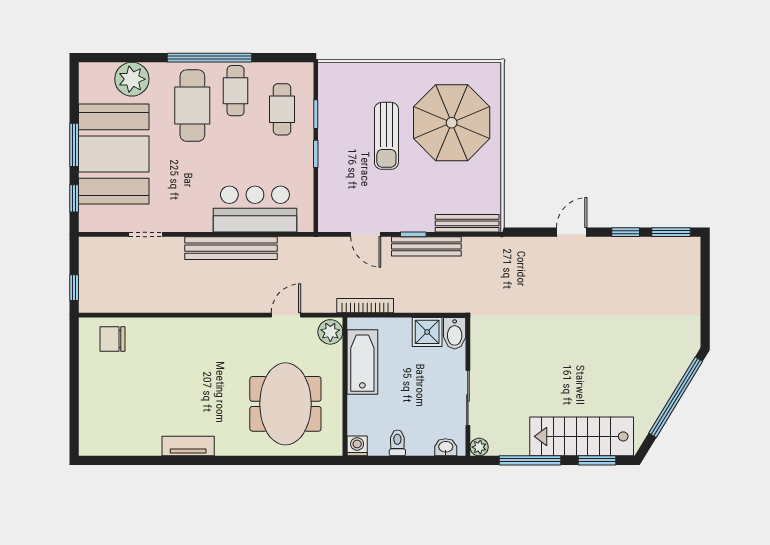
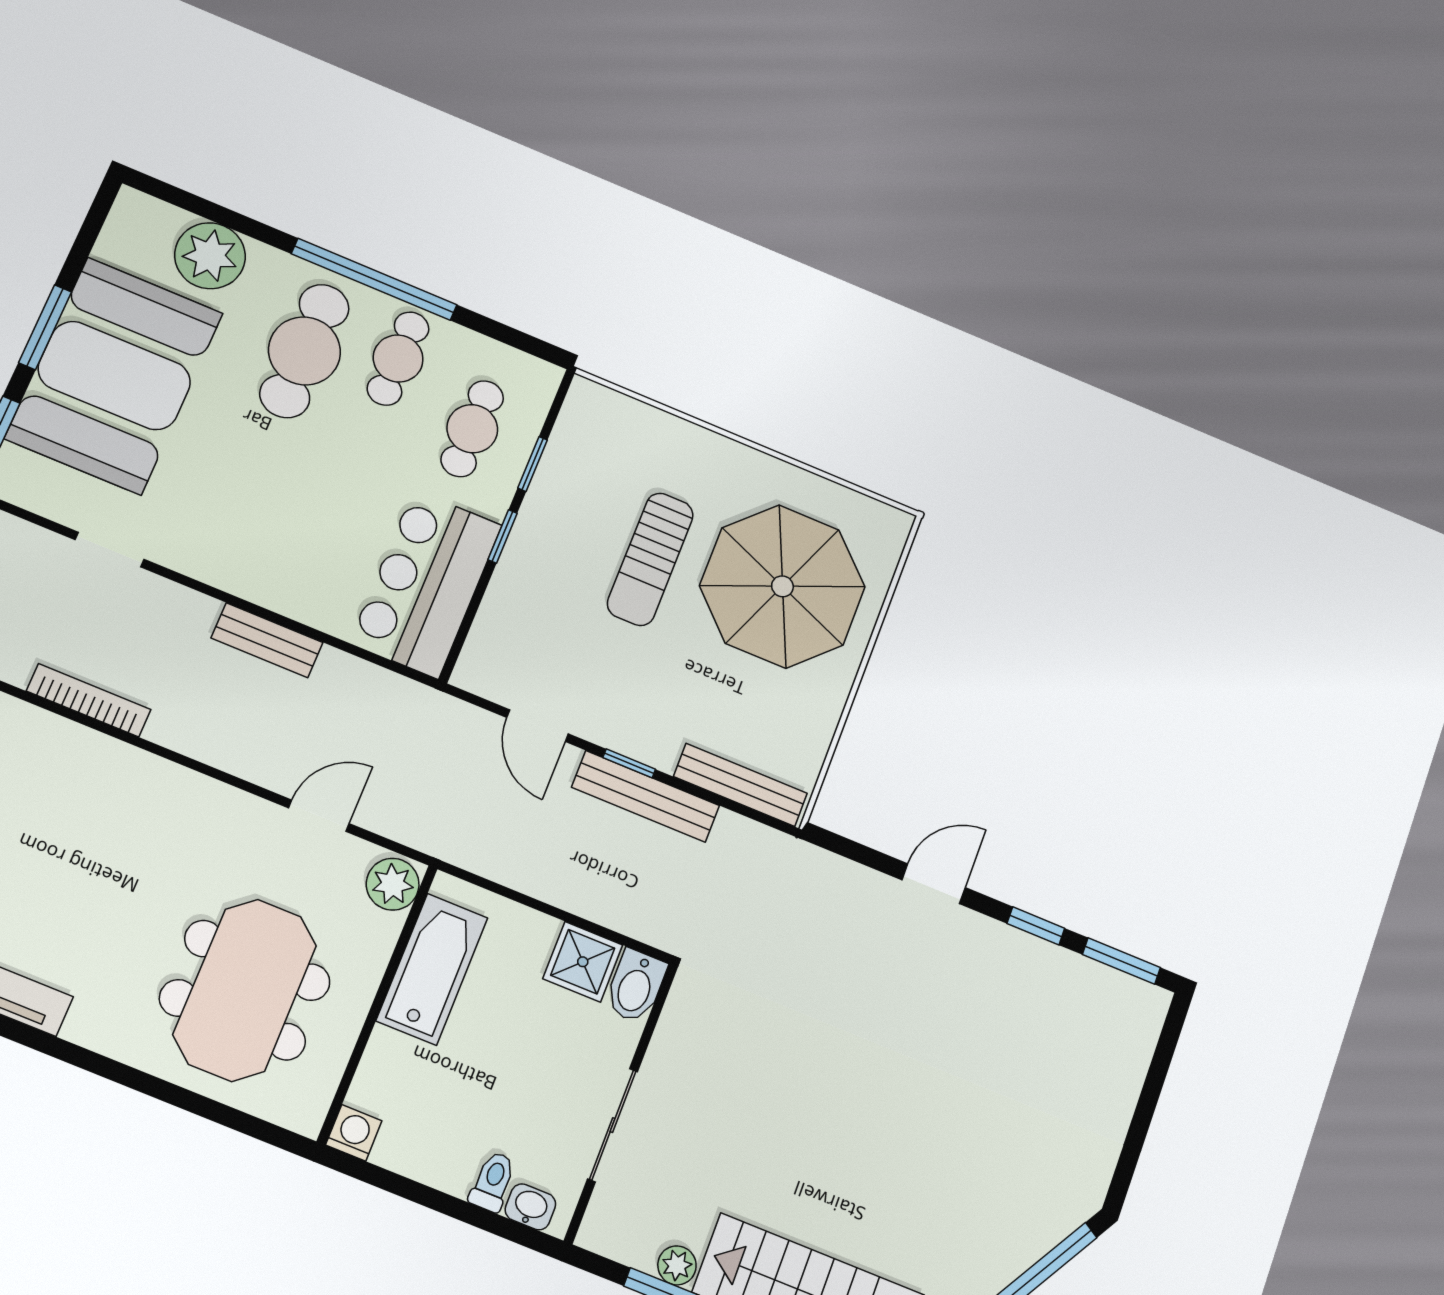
bar counter: (255, 209) -> (426, 584), moved, turned -90
bench: (231, 248) -> (267, 640), width x0.54, depth x0.82
bookcase: (365, 306) -> (89, 700), moved
toilet: (397, 443) -> (493, 1182), moved
plant: (479, 447) -> (677, 1265), moved

